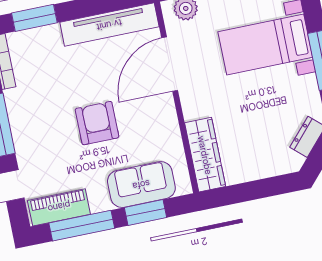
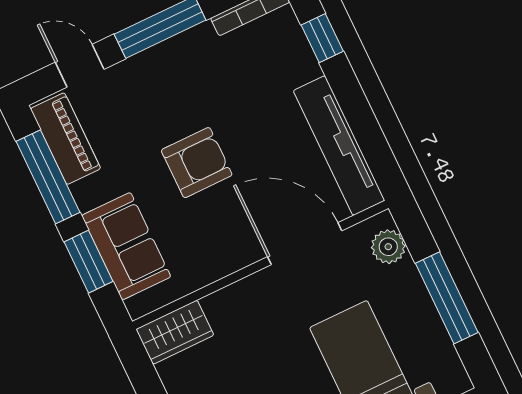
window: (34, 18) -> (322, 38), width x0.67
wardrobe: (205, 155) -> (175, 332), width x0.67

